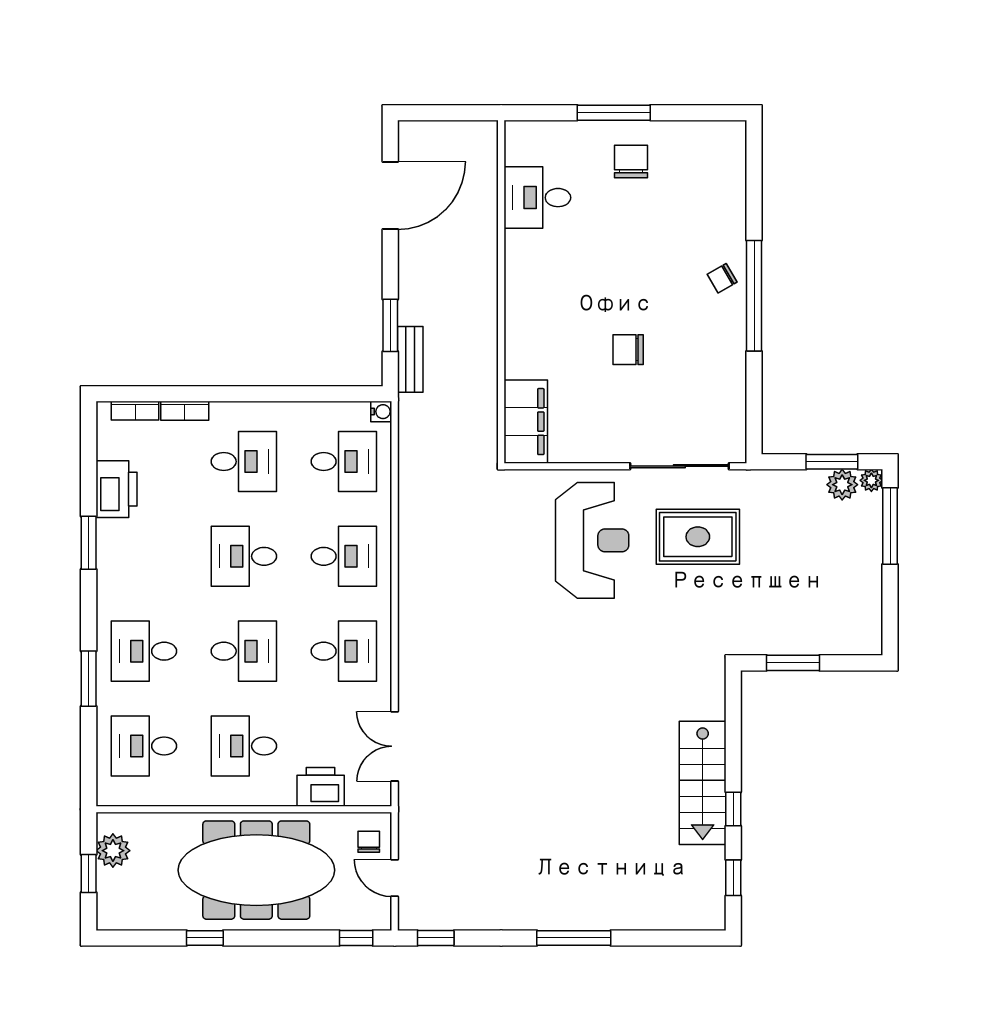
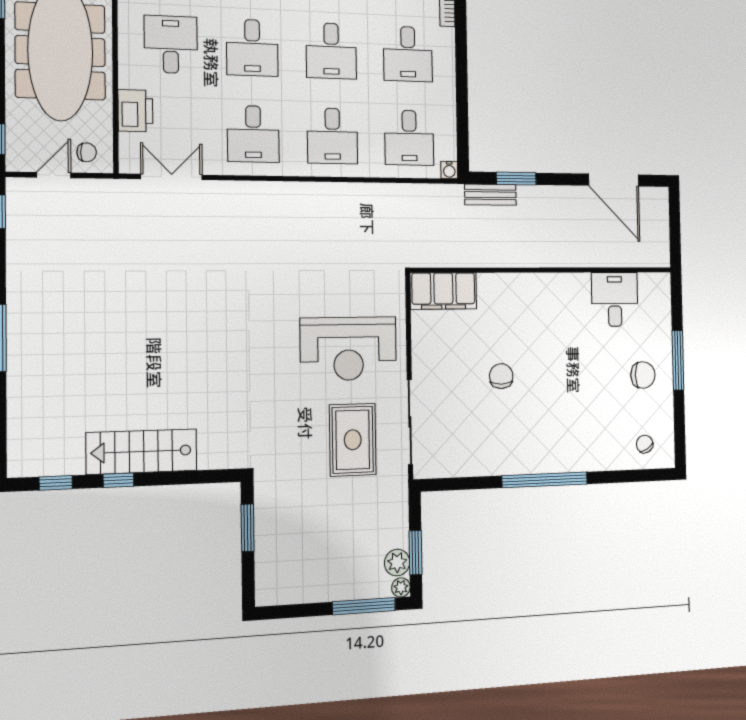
chair: (722, 278) -> (645, 444), moved
desk: (244, 556) -> (331, 51), turned 180

